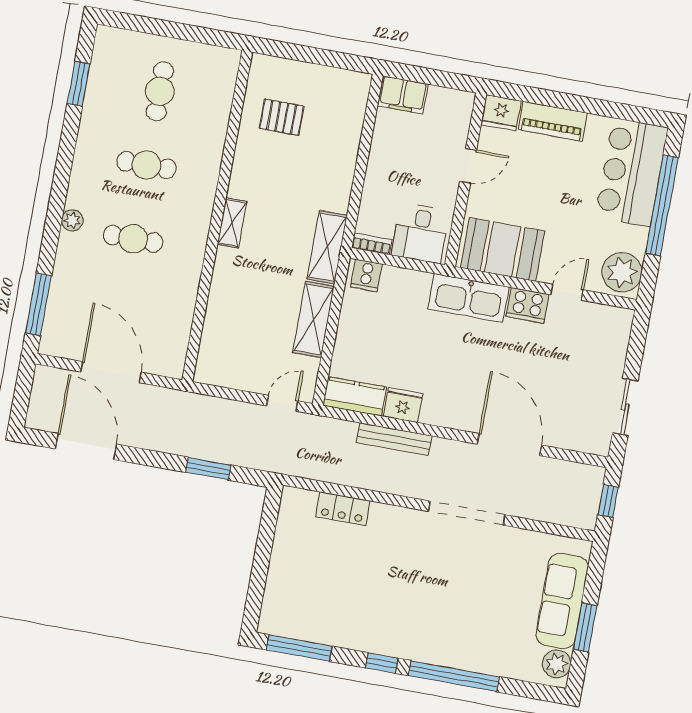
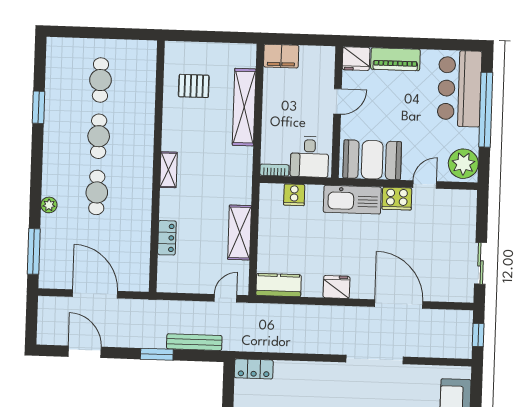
window: (79, 84) -> (39, 107), moved
cafe table: (146, 165) -> (99, 136), turned 90
plant: (72, 220) -> (49, 205), moved
cafe table: (133, 239) -> (97, 192), turned 90
shelving: (327, 247) -> (244, 107), moved, width x1.47
cooker: (366, 275) -> (294, 195), moved
locker: (217, 312) -> (167, 238), added
fridge: (403, 405) -> (336, 287), moved
bench: (394, 439) -> (194, 342), moved
door: (86, 447) -> (85, 352), width x0.73
window: (208, 469) -> (157, 354), moved
locker: (343, 509) -> (254, 369), moved

